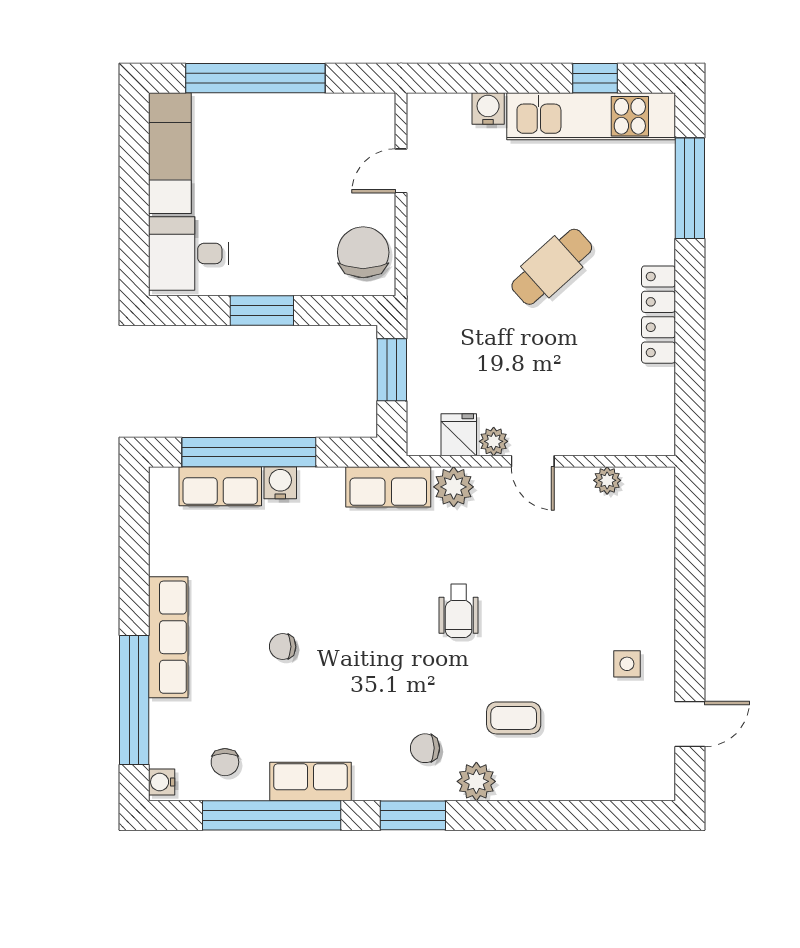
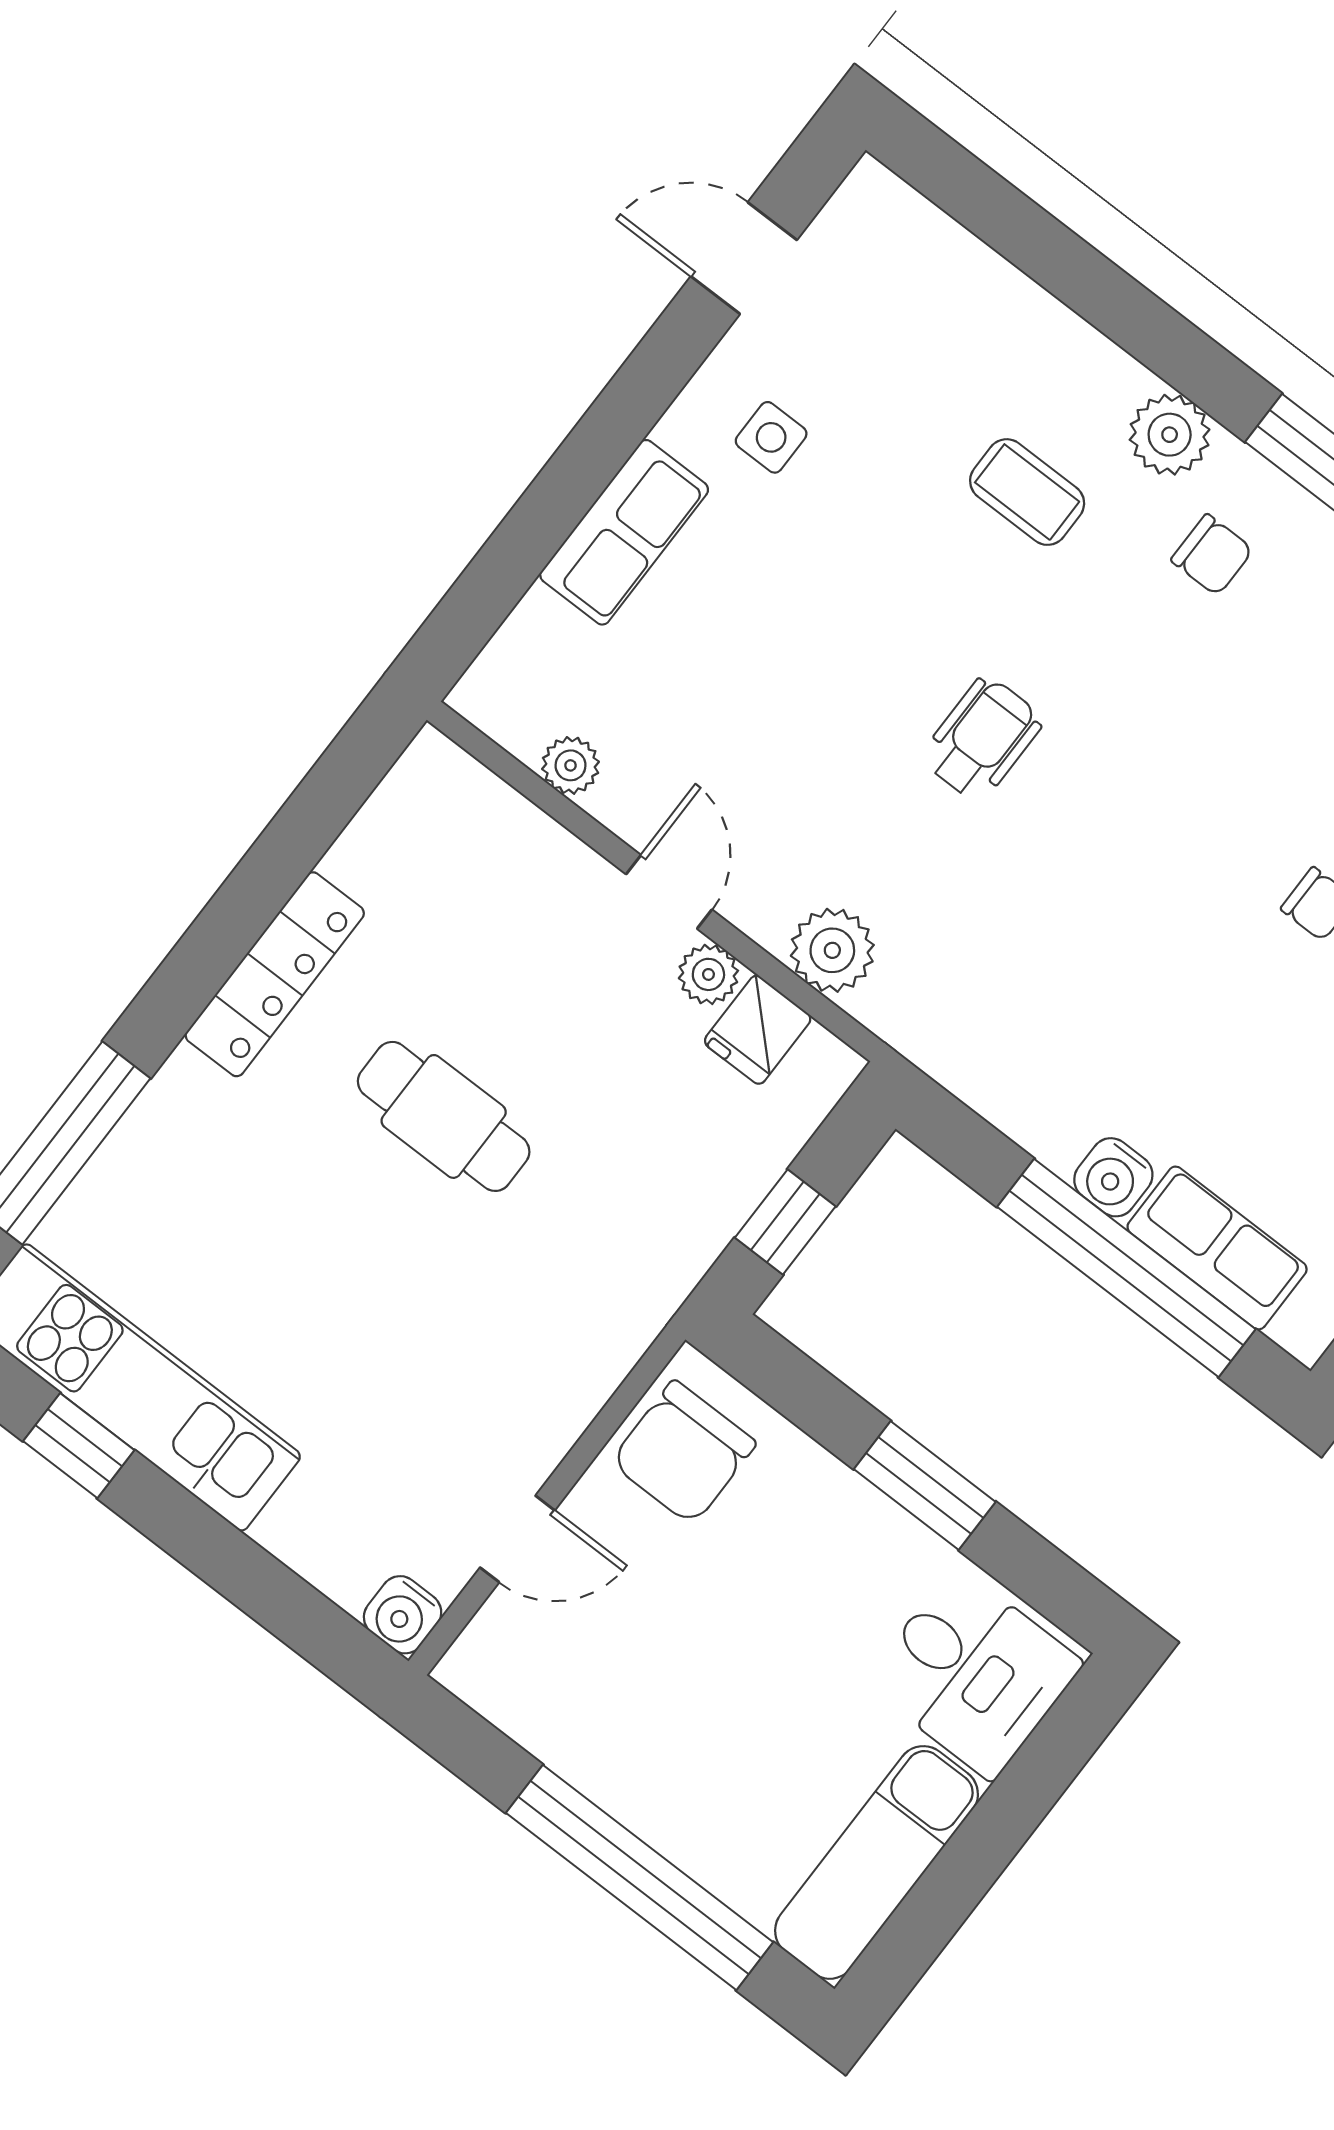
water cooler: (488, 109) -> (403, 1615), moved
cafe table: (552, 267) -> (444, 1116), moved, turned 42
window: (392, 370) -> (785, 1222), width x0.67
row of seats: (388, 487) -> (624, 532), moved, turned 90

